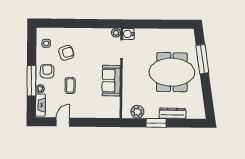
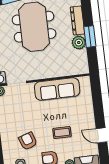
sofa: (111, 81) -> (57, 89), width x1.36
plant: (137, 112) -> (79, 43), moved

